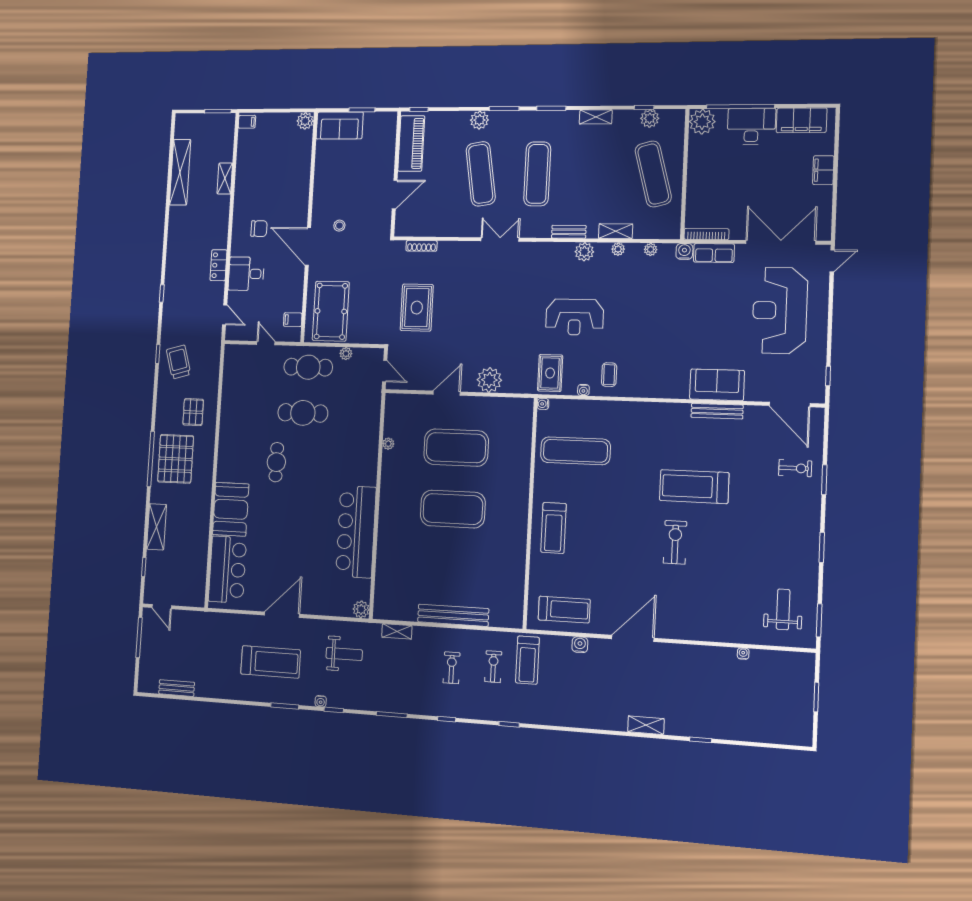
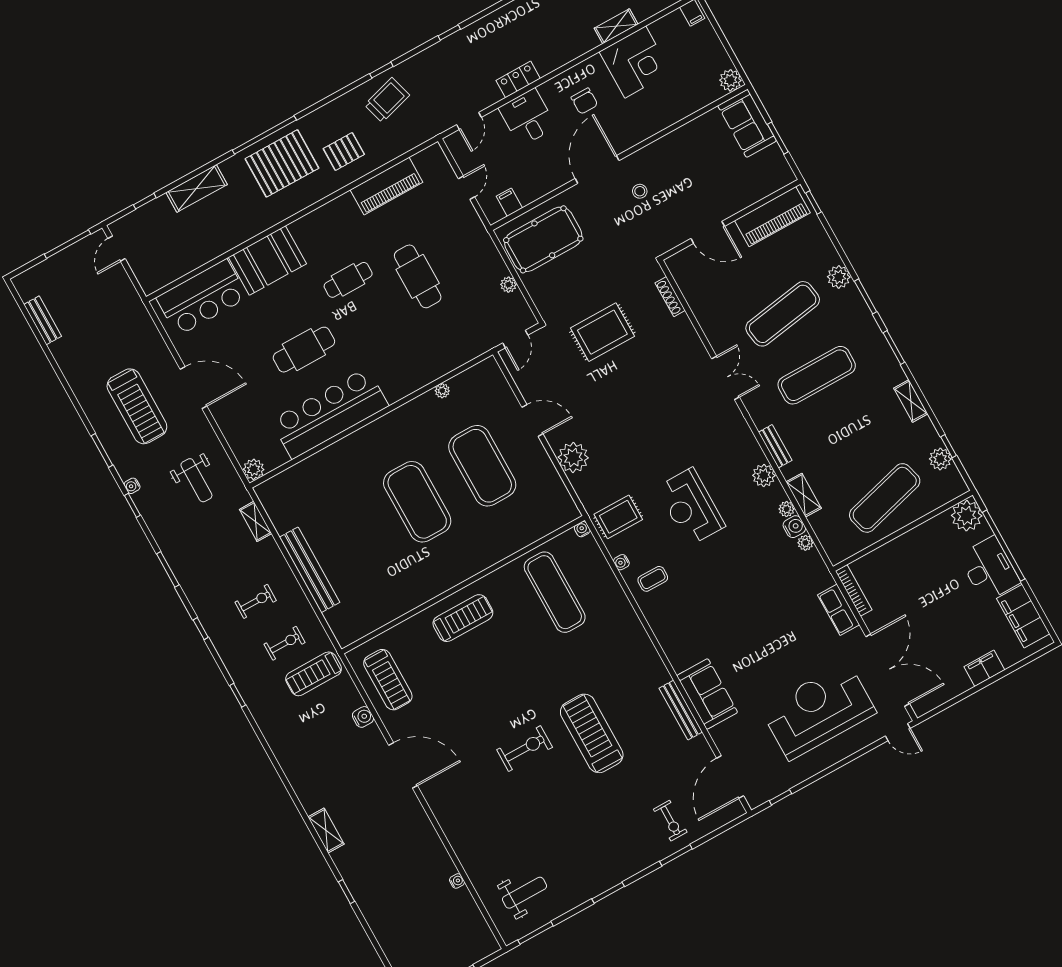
corner desk: (255, 179) -> (635, 62), added
water cooler: (684, 251) -> (794, 527), moved
cafe table: (308, 367) -> (304, 350), moved, turned 90
piano: (232, 397) -> (386, 186), added
treadmill: (554, 528) -> (463, 618), turned 180

